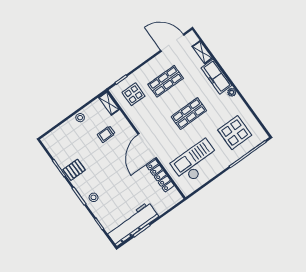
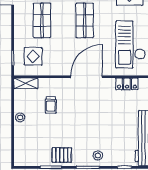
door: (147, 146) -> (87, 77), swing flipped
pallet: (74, 170) -> (62, 155), turned 90
locker: (160, 176) -> (127, 84), width x0.66

